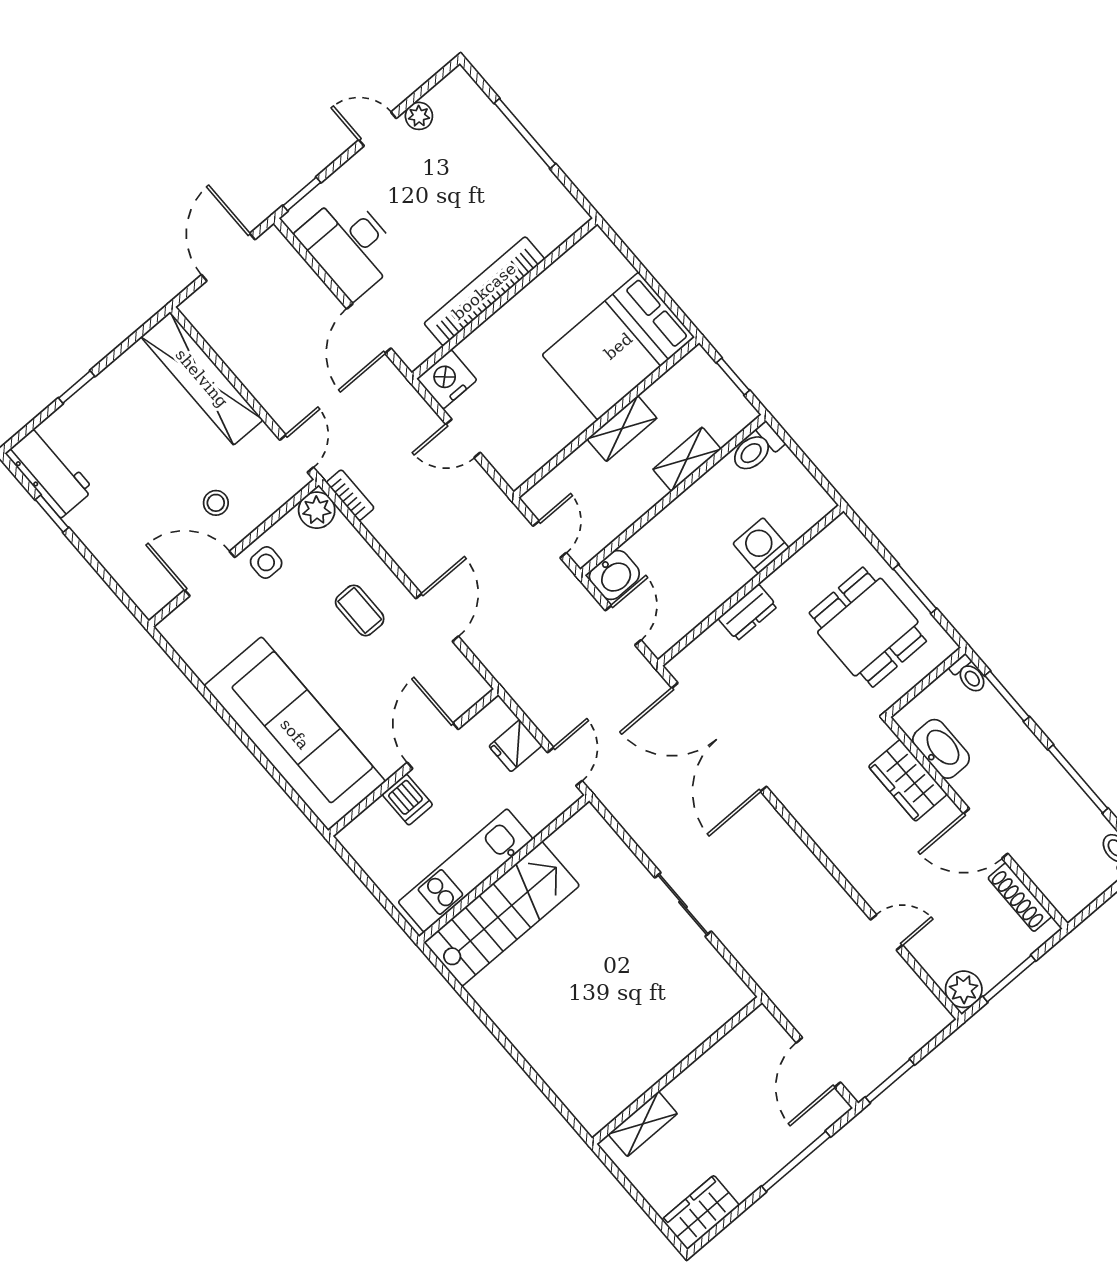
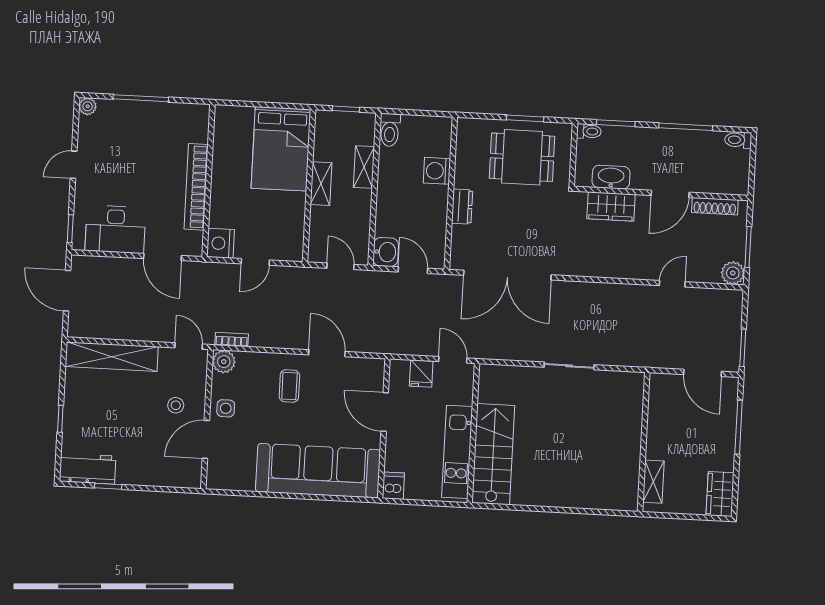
plant: (419, 116) -> (88, 106), moved
coffee table: (360, 610) -> (289, 386), turned 90
dishwasher: (407, 800) -> (393, 486), moved, turned -90

